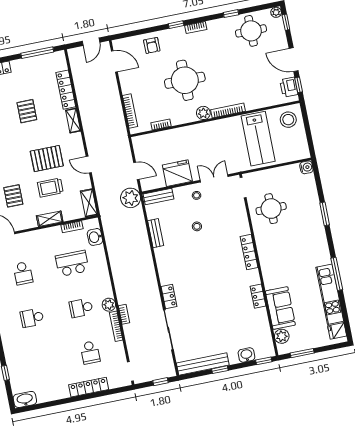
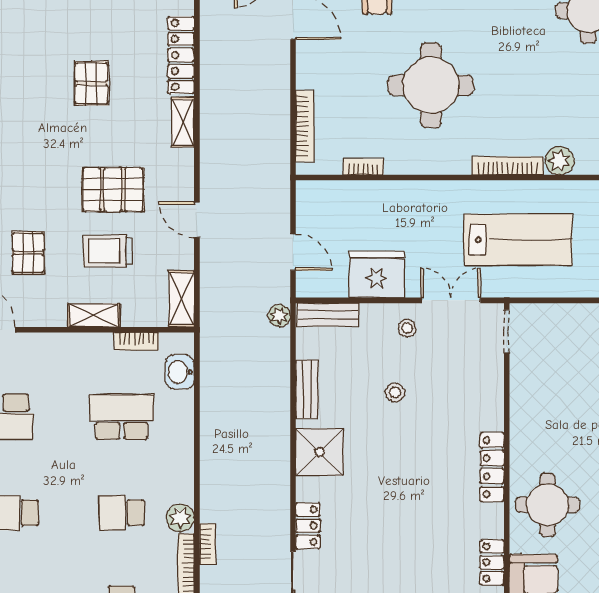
plant: (203, 113) -> (560, 161), moved
lab bench: (258, 139) -> (518, 240), moved, turned -90
plant: (131, 198) -> (279, 316), width x0.53, depth x0.53
round table: (271, 209) -> (548, 505), moved
shower: (167, 261) -> (320, 452), added

